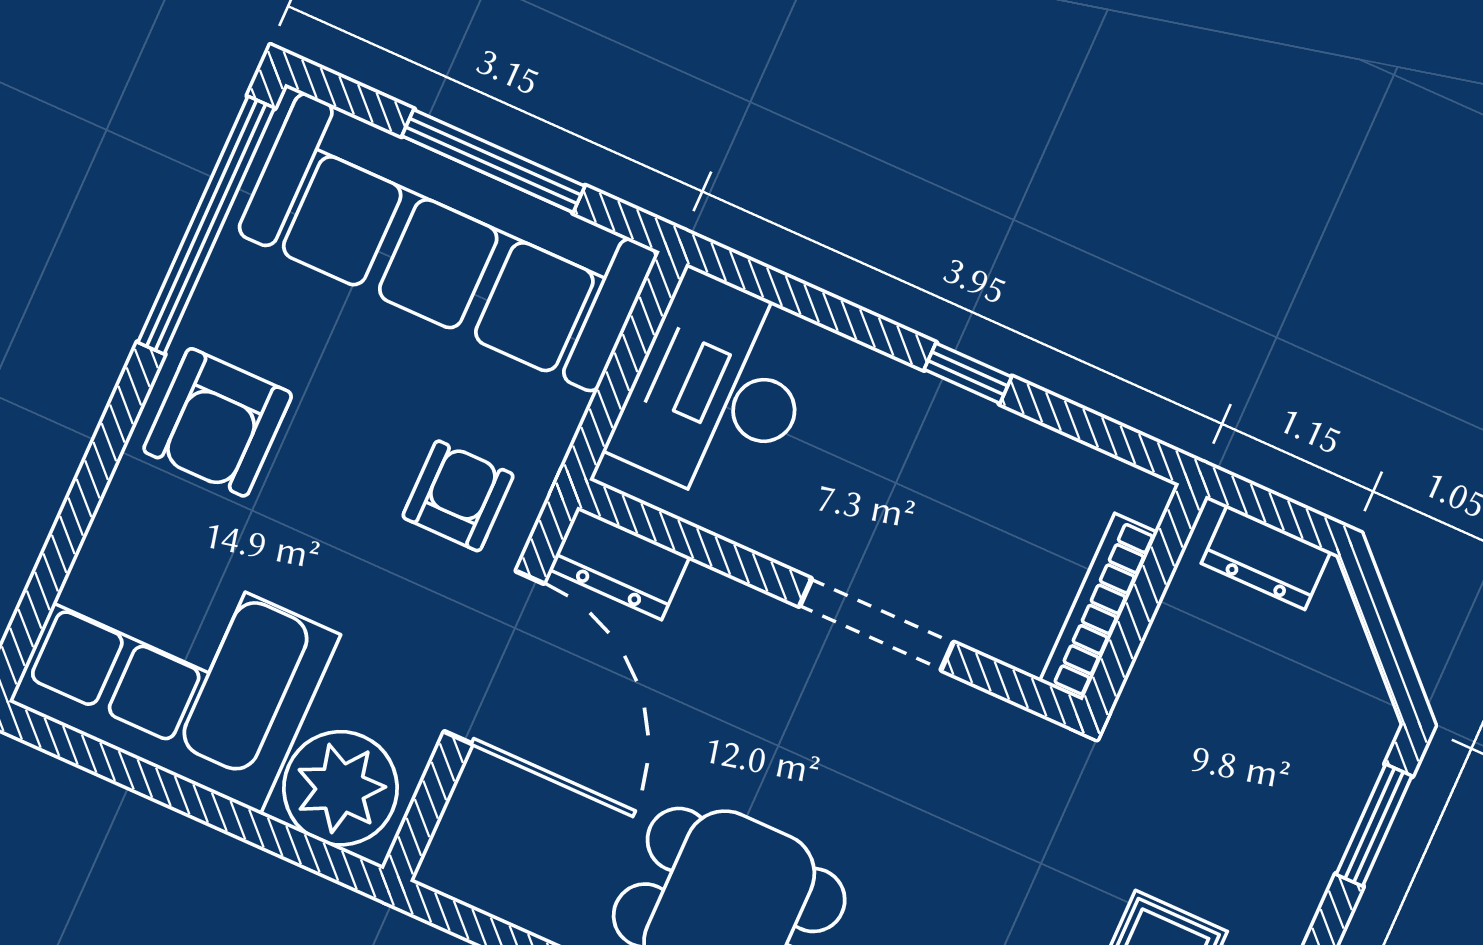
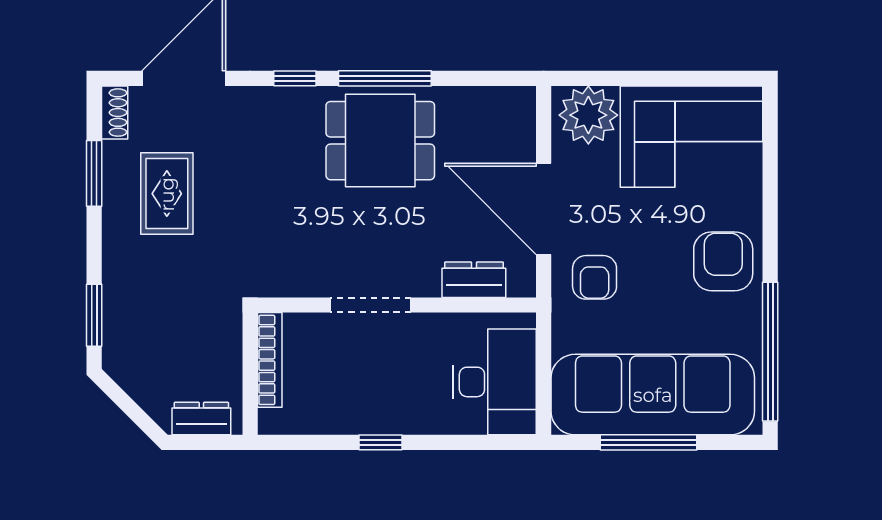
dresser: (620, 563) -> (474, 280), moved

